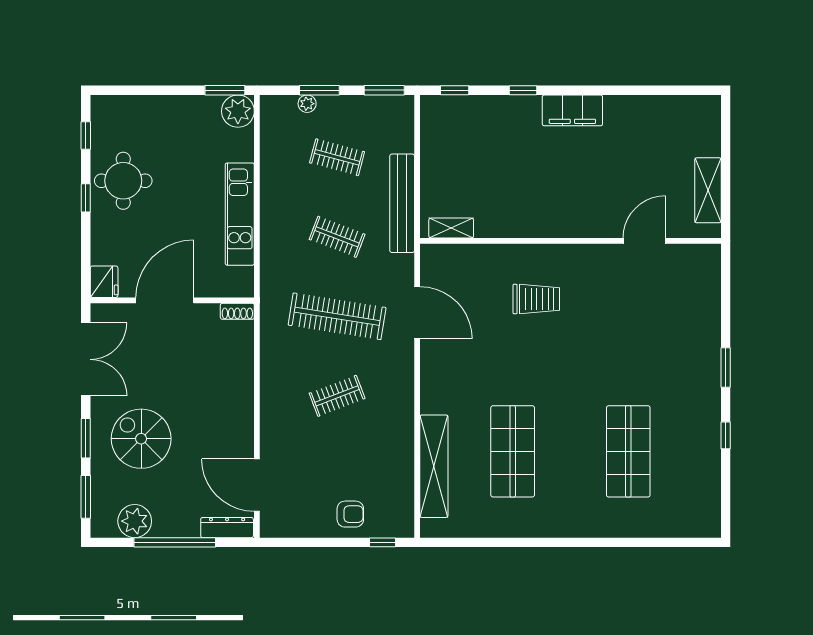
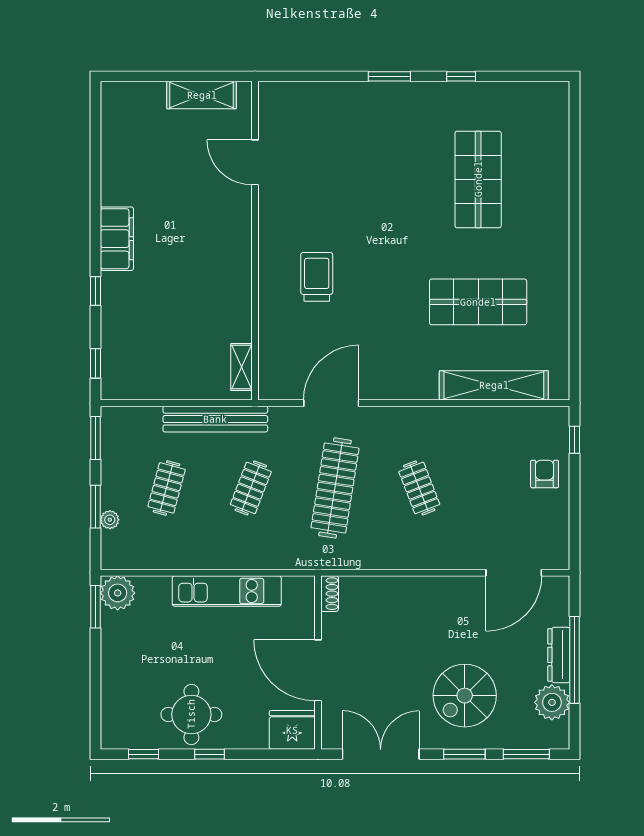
fridge: (104, 282) -> (292, 730), width x1.36, depth x1.34
shop shelf: (628, 451) -> (478, 179), turned 90
dresser: (227, 528) -> (559, 655), moved

